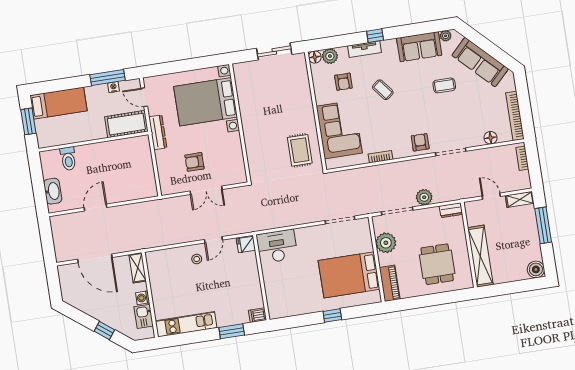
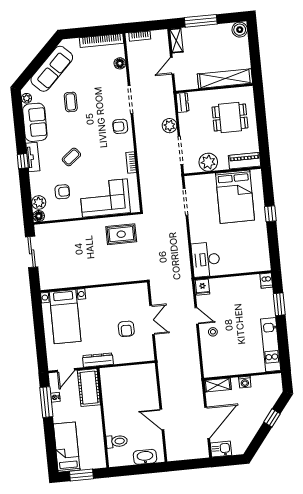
tv unit: (365, 49) -> (33, 157), moved
bed with nightstands: (206, 102) -> (65, 317), width x0.73
kitchen sink: (144, 316) -> (221, 449), moved, turned 180

